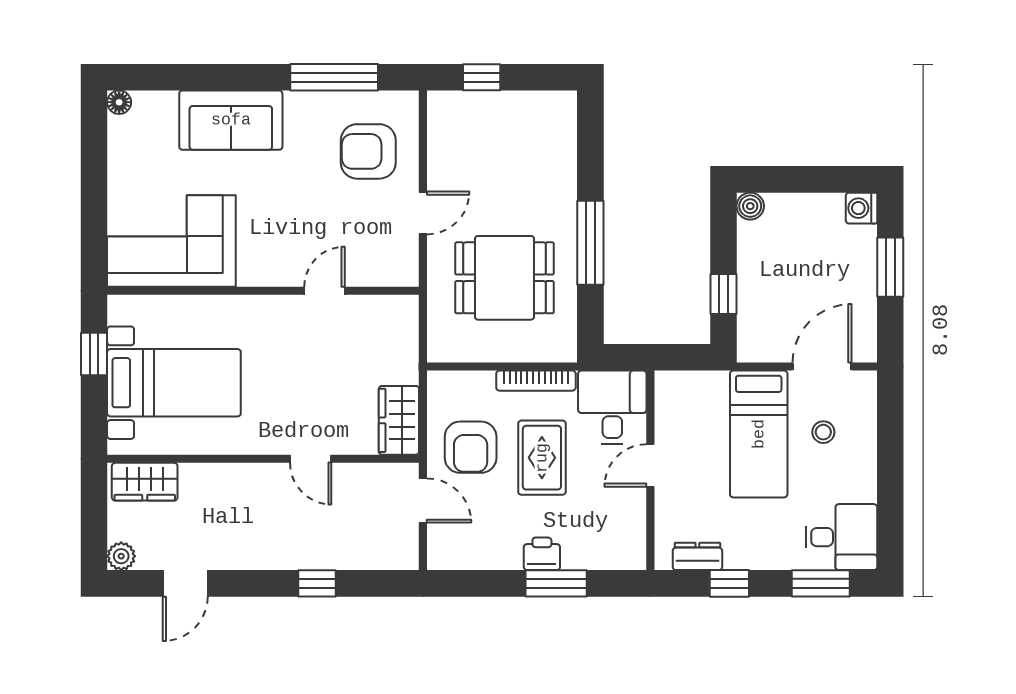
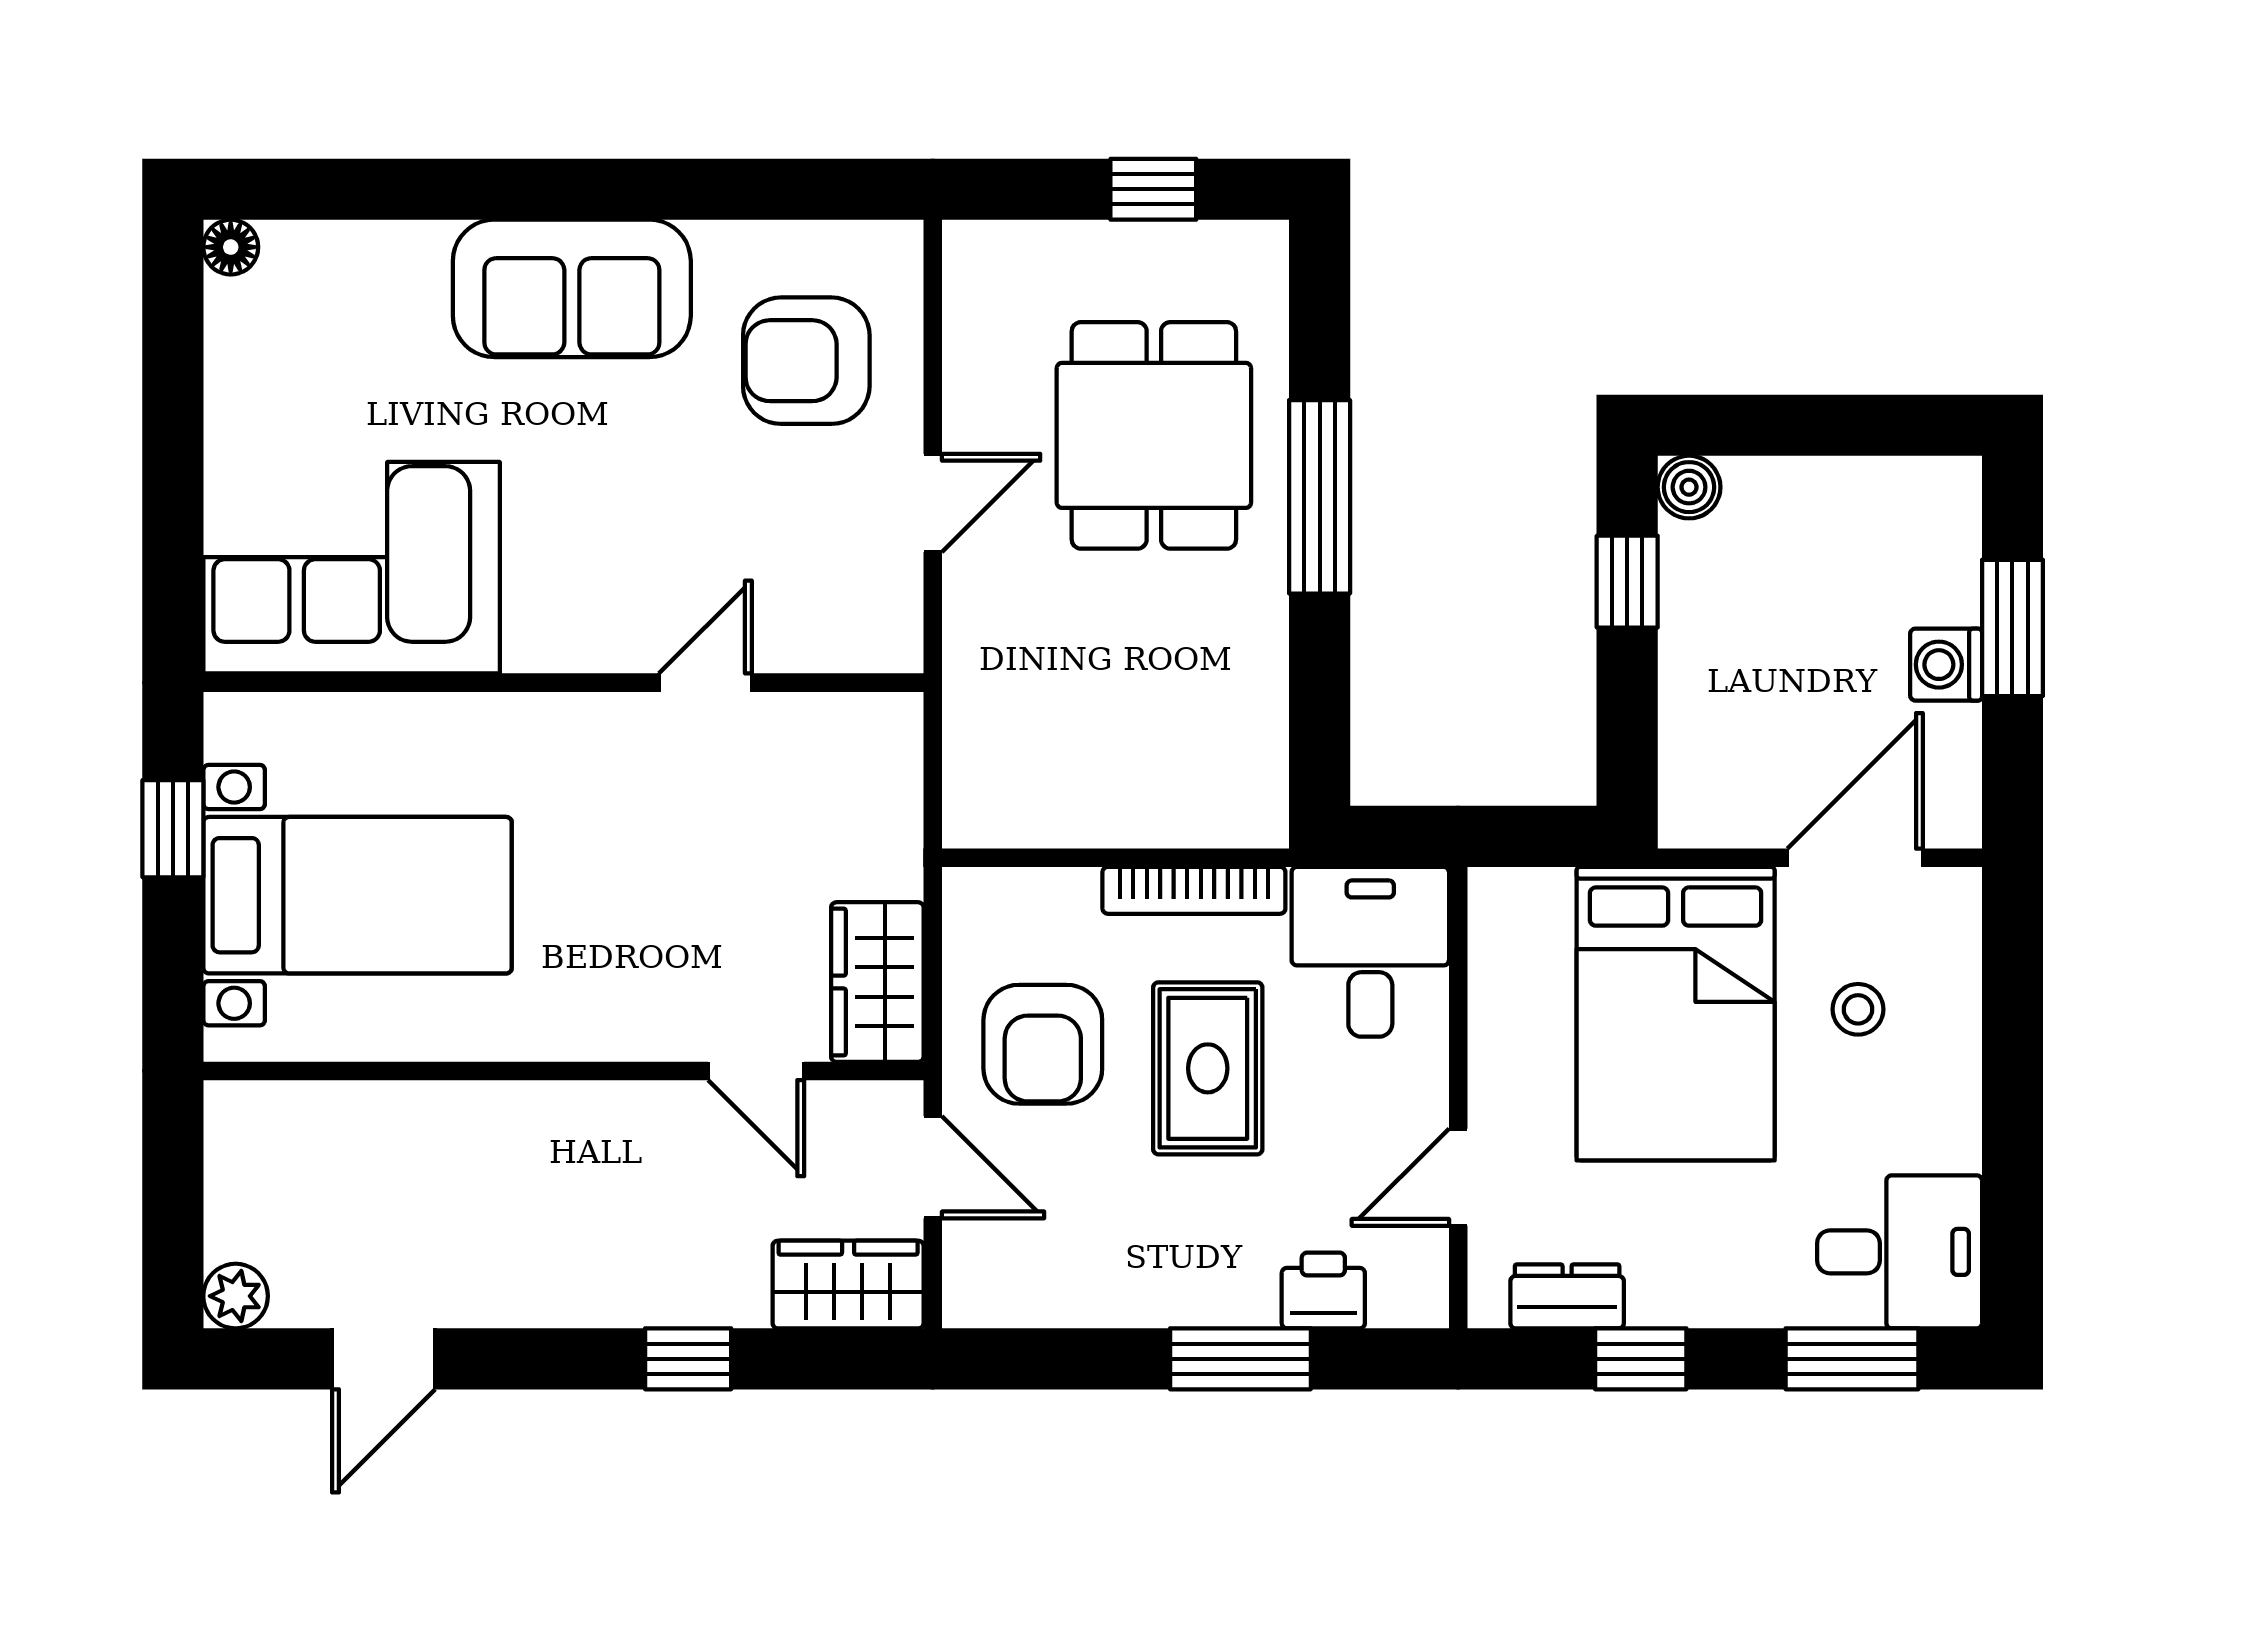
window: (334, 77) -> (727, 189), removed
window: (482, 77) -> (1153, 189), moved
sofa: (231, 120) -> (572, 288), moved
washing machine: (861, 208) -> (1946, 665), moved
window: (590, 243) -> (1320, 497), moved
dining table: (504, 278) -> (1154, 435), moved, turned 90
window: (723, 294) -> (1627, 582), moved
bed: (759, 434) -> (1676, 1014), width x1.50
door: (311, 459) -> (756, 1071), moved
door: (650, 465) -> (1458, 1177), moved
wardrobe: (145, 482) -> (848, 1285), moved, turned 180
printer: (542, 554) -> (1323, 1291), moved

